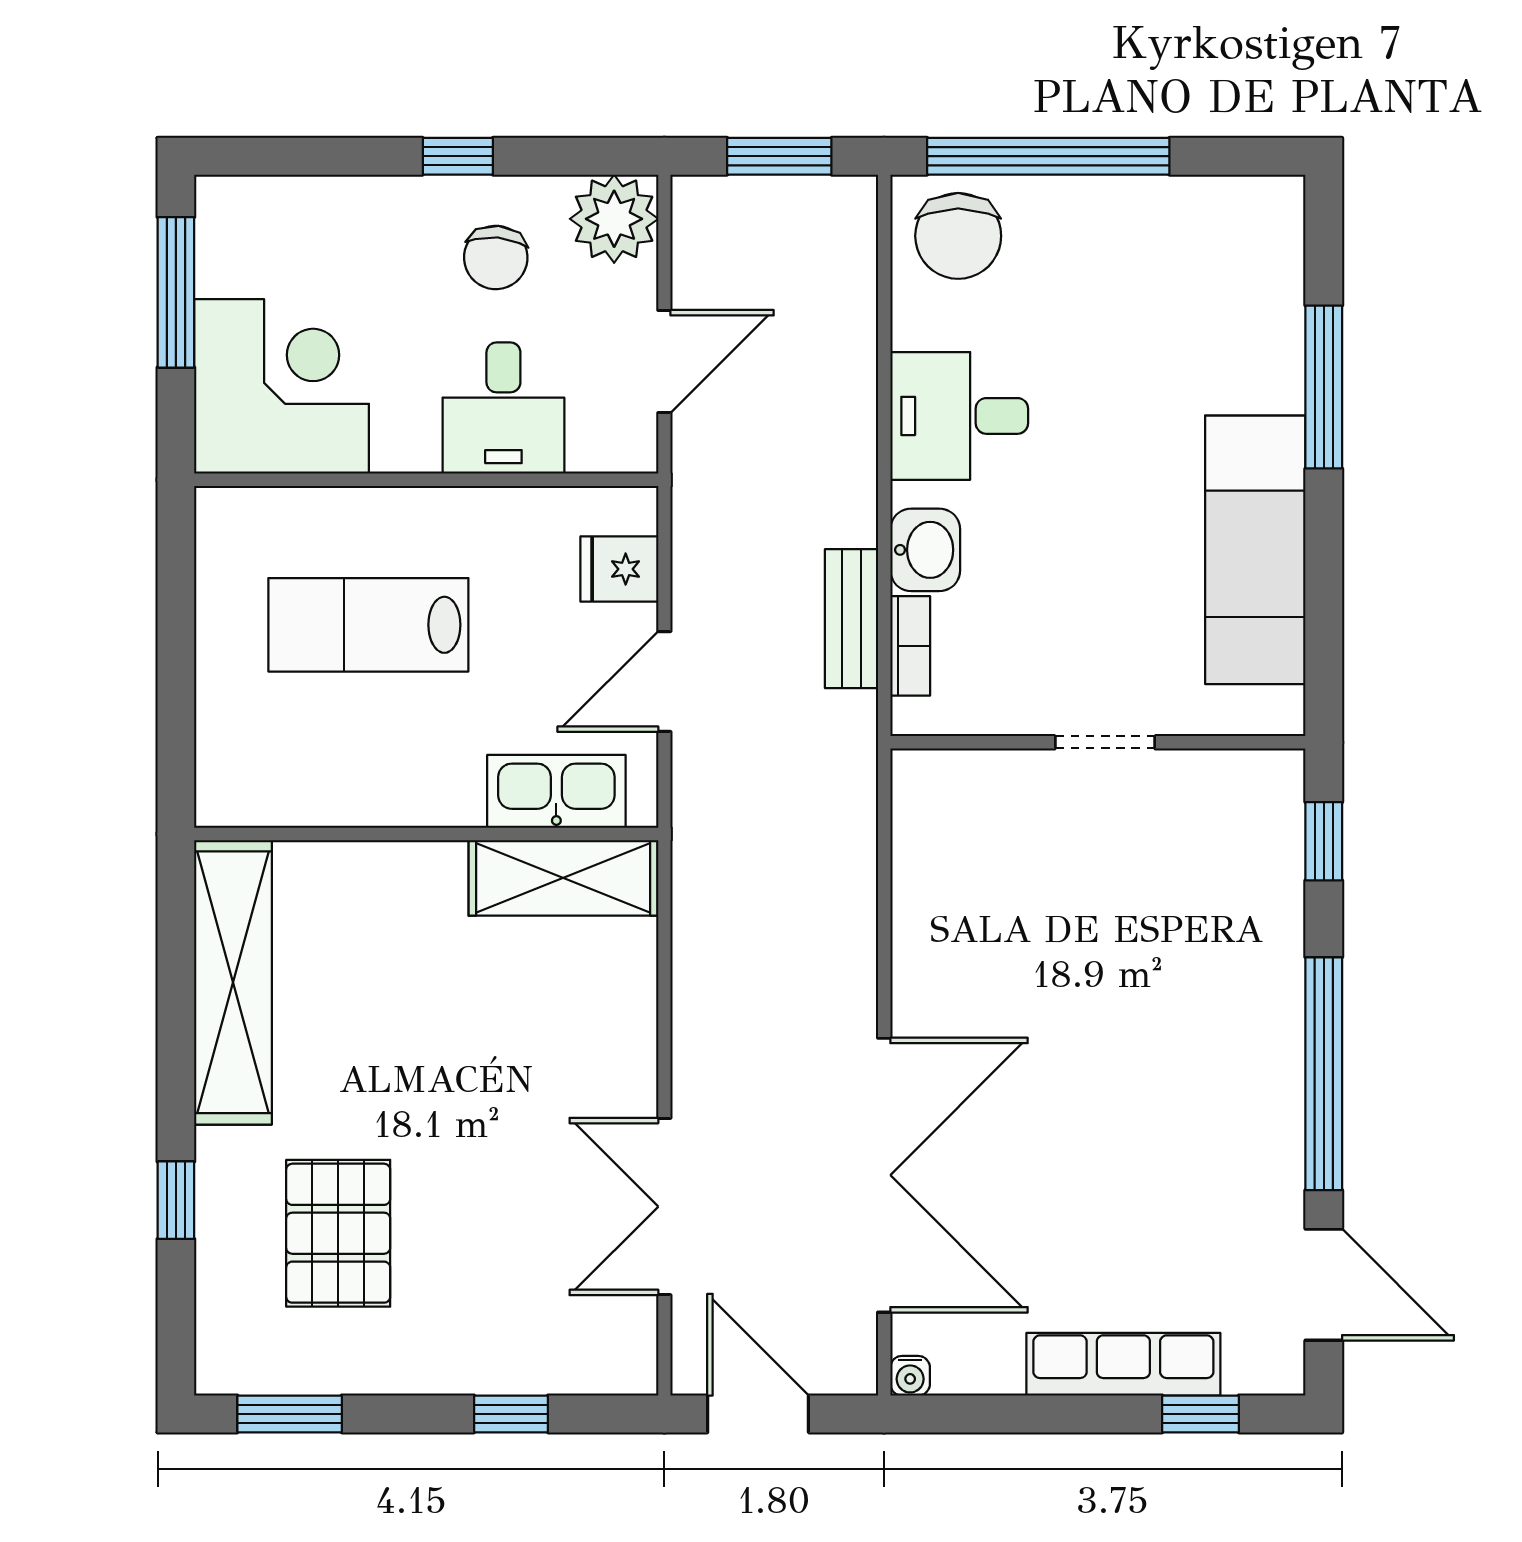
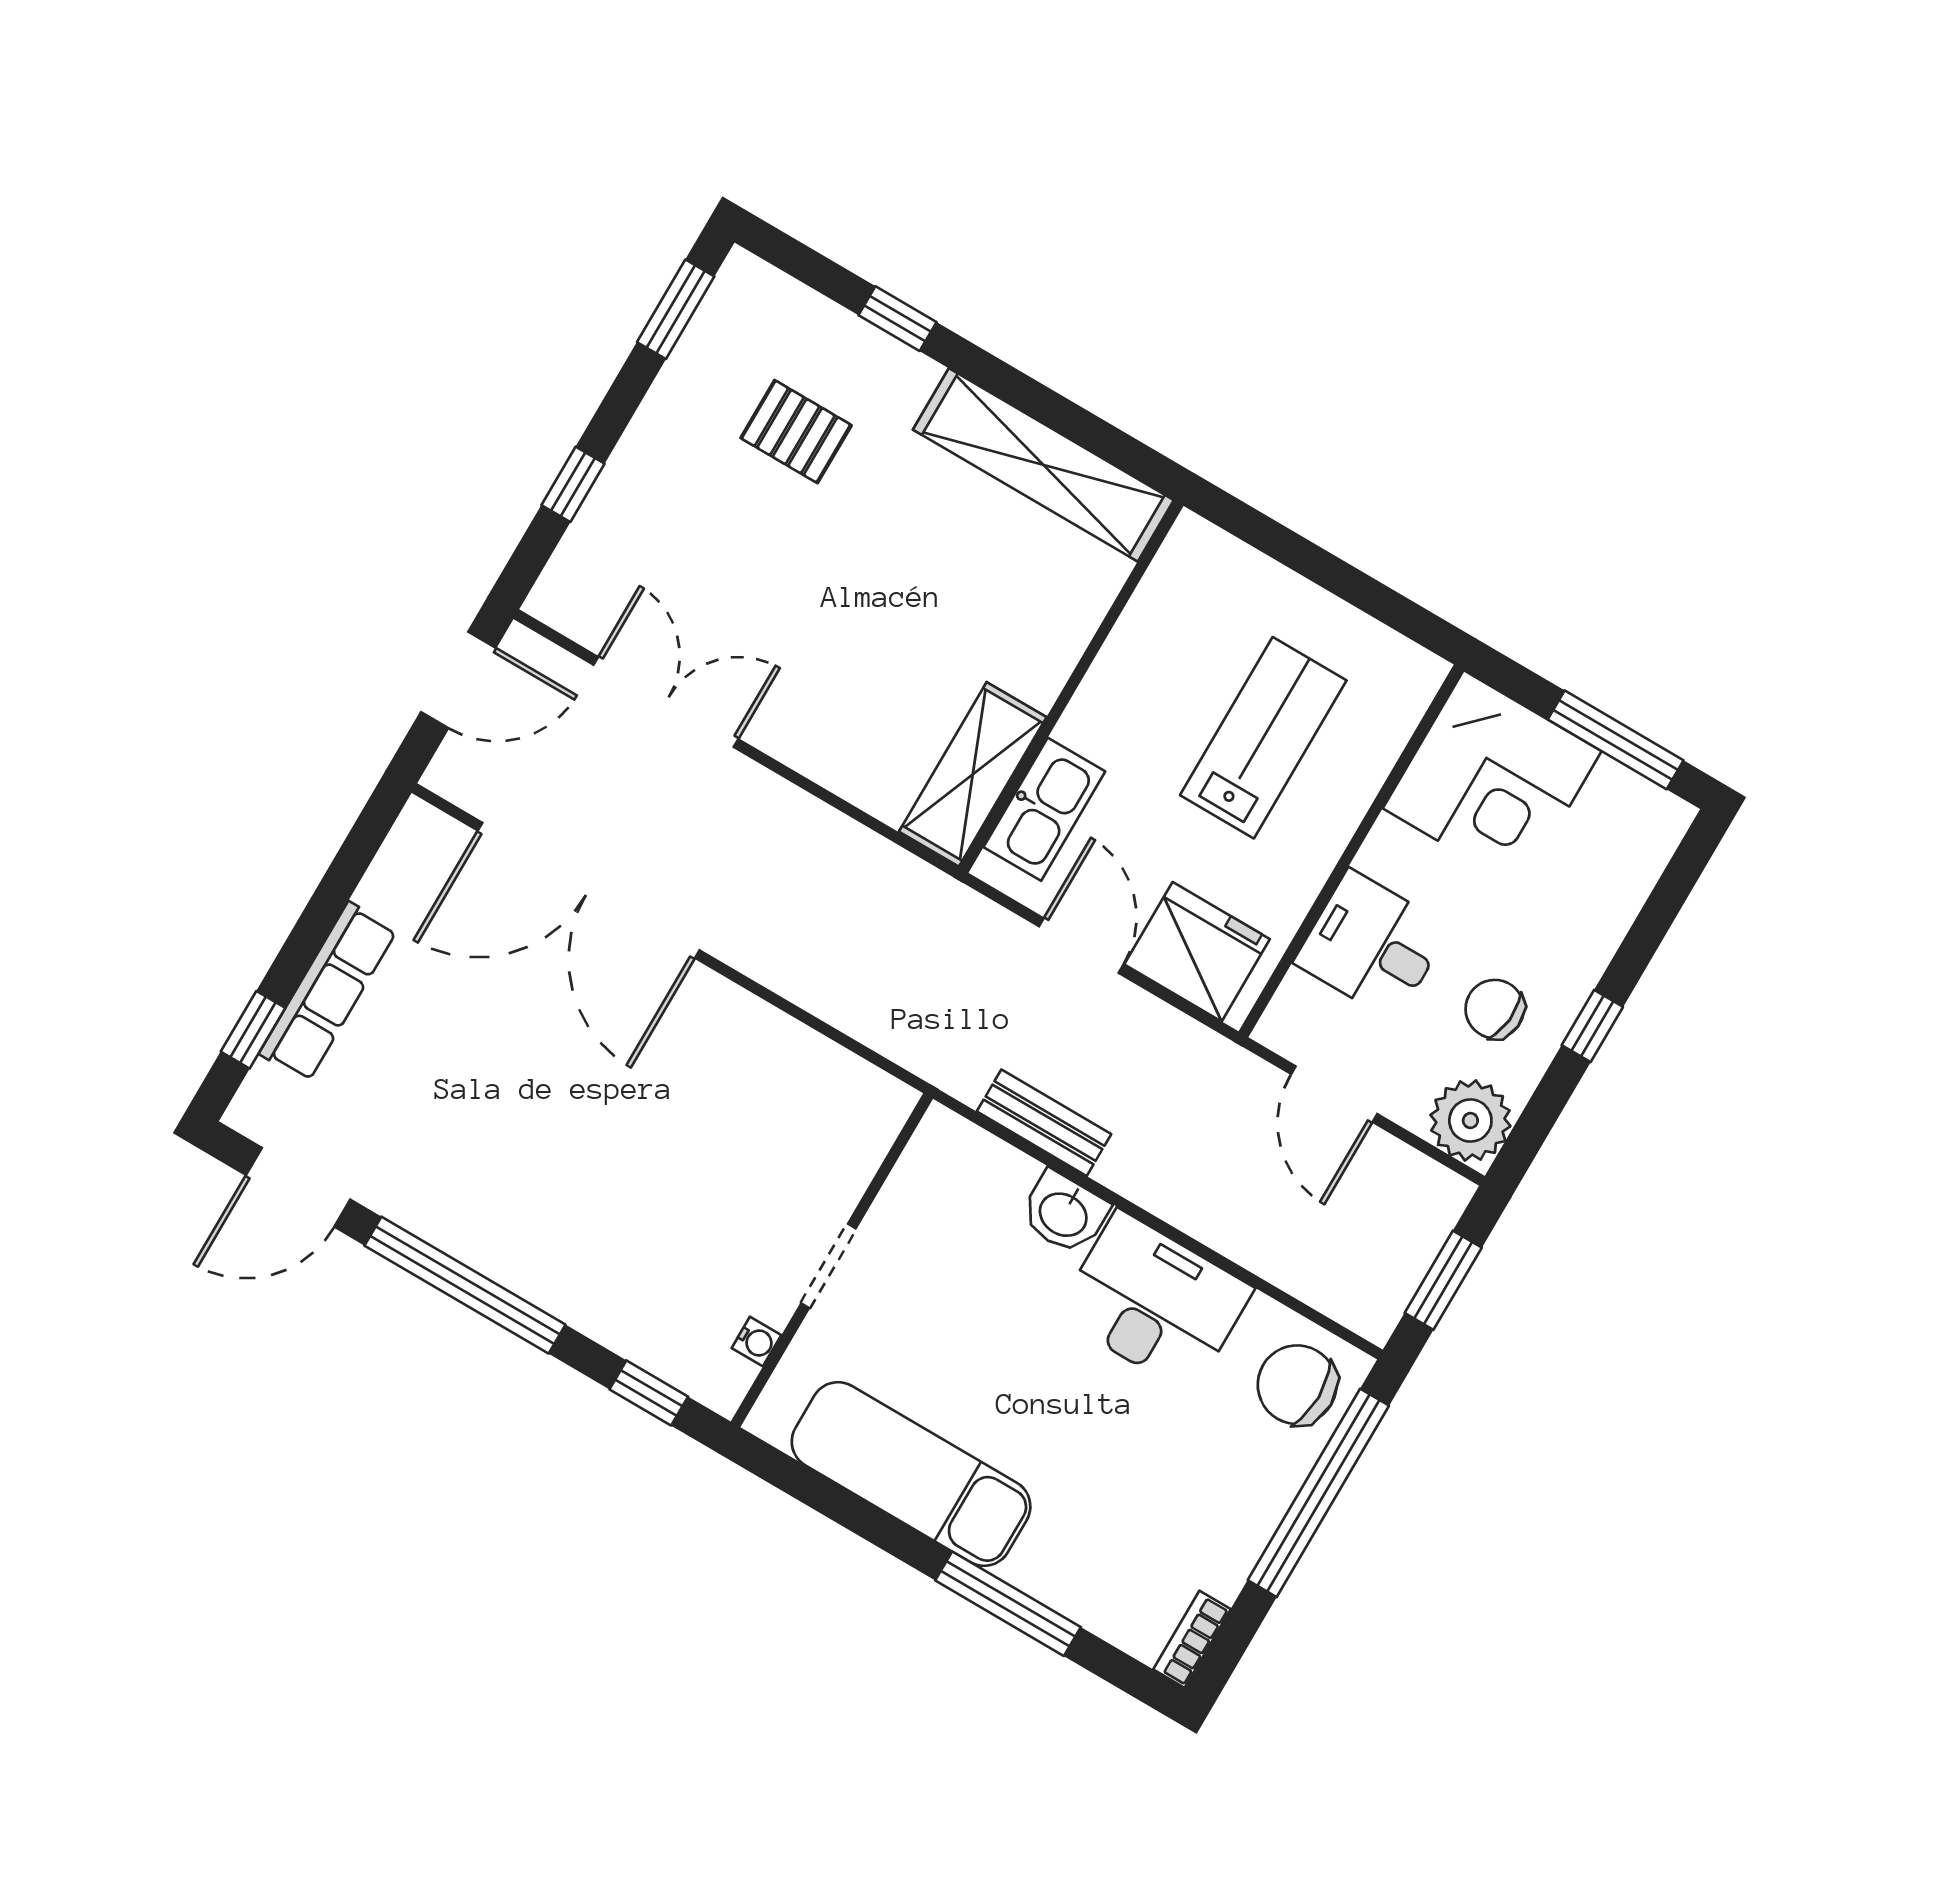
desk: (959, 416) -> (1154, 1302), width x1.37
fridge: (619, 569) -> (1197, 952), width x1.88, depth x1.34
bookcase: (910, 646) -> (1192, 1639), moved, turned 90
pallet: (338, 1233) -> (796, 432), width x0.67, depth x0.71
water cooler: (910, 1376) -> (756, 1342), moved, turned 180

